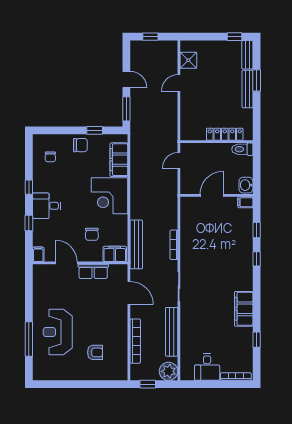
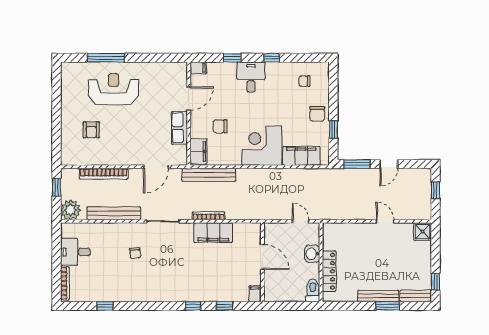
shower: (188, 60) -> (423, 232), moved
washbasin: (246, 185) -> (312, 254), moved, turned -90
filing cabinet: (244, 309) -> (213, 233), moved, turned 180
chair: (208, 312) -> (135, 253), added

